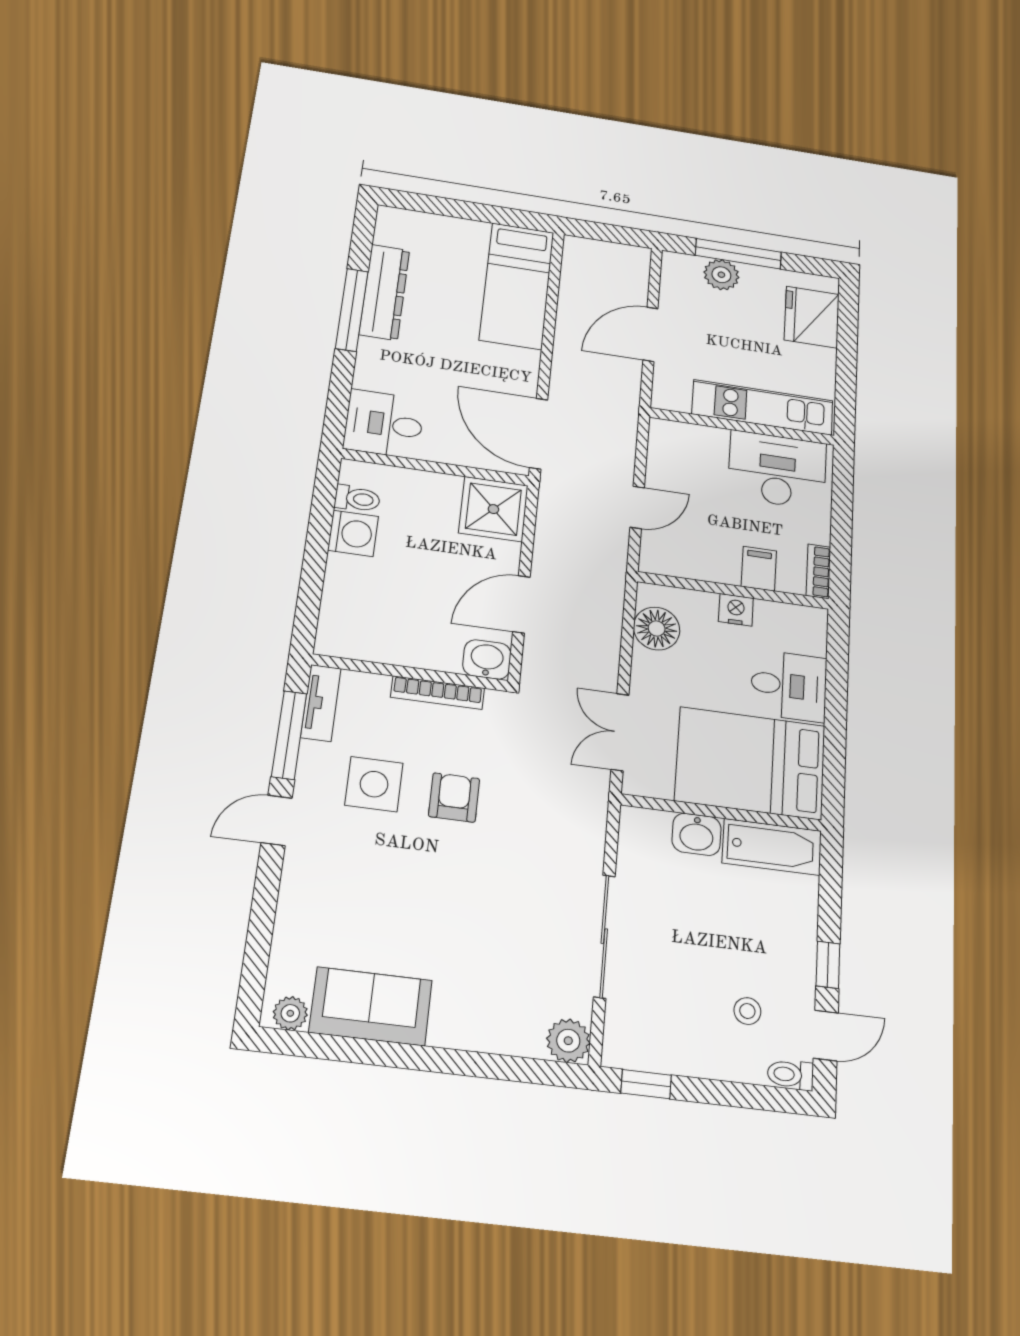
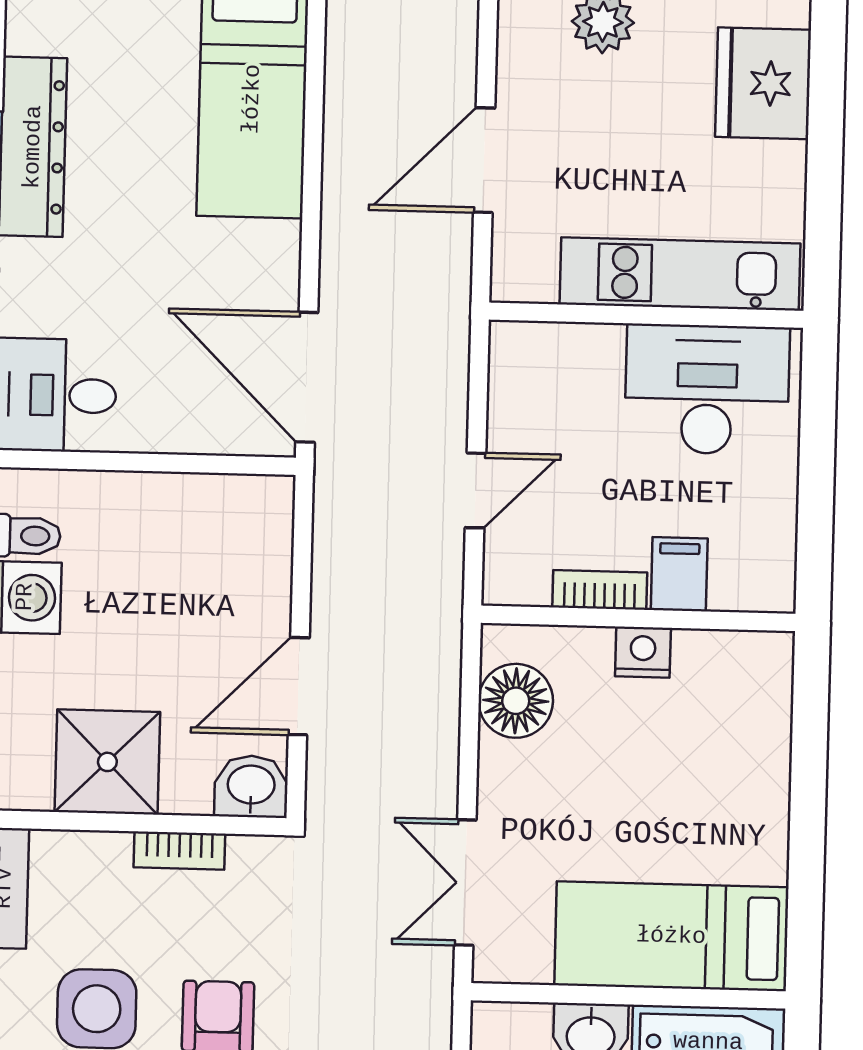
shower: (493, 509) -> (107, 762), moved
bookcase: (818, 571) -> (600, 590), moved, turned 90
desk: (789, 686) -> (731, 773), removed
bookcase: (437, 693) -> (179, 851), width x0.64
bed: (750, 763) -> (671, 936), width x0.67

